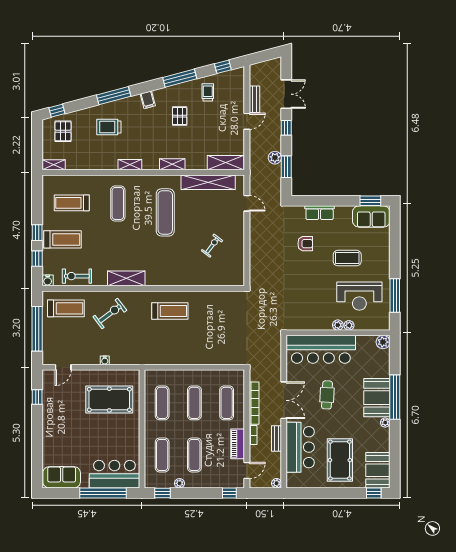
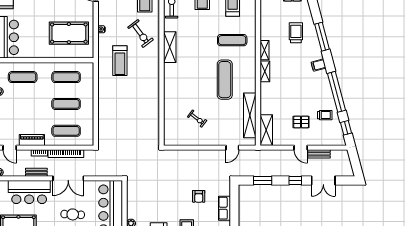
window: (180, 78) -> (337, 92), width x1.46
pallet: (180, 116) -> (301, 122), moved
plant: (275, 158) -> (270, 171), removed
shelving: (172, 164) -> (265, 71), moved
exercise mat: (165, 212) -> (225, 80), turned 90
treadmill: (170, 311) -> (120, 61), moved
pool table: (109, 400) -> (69, 33), turned 90
exercise mat: (194, 455) -> (23, 104), removed

